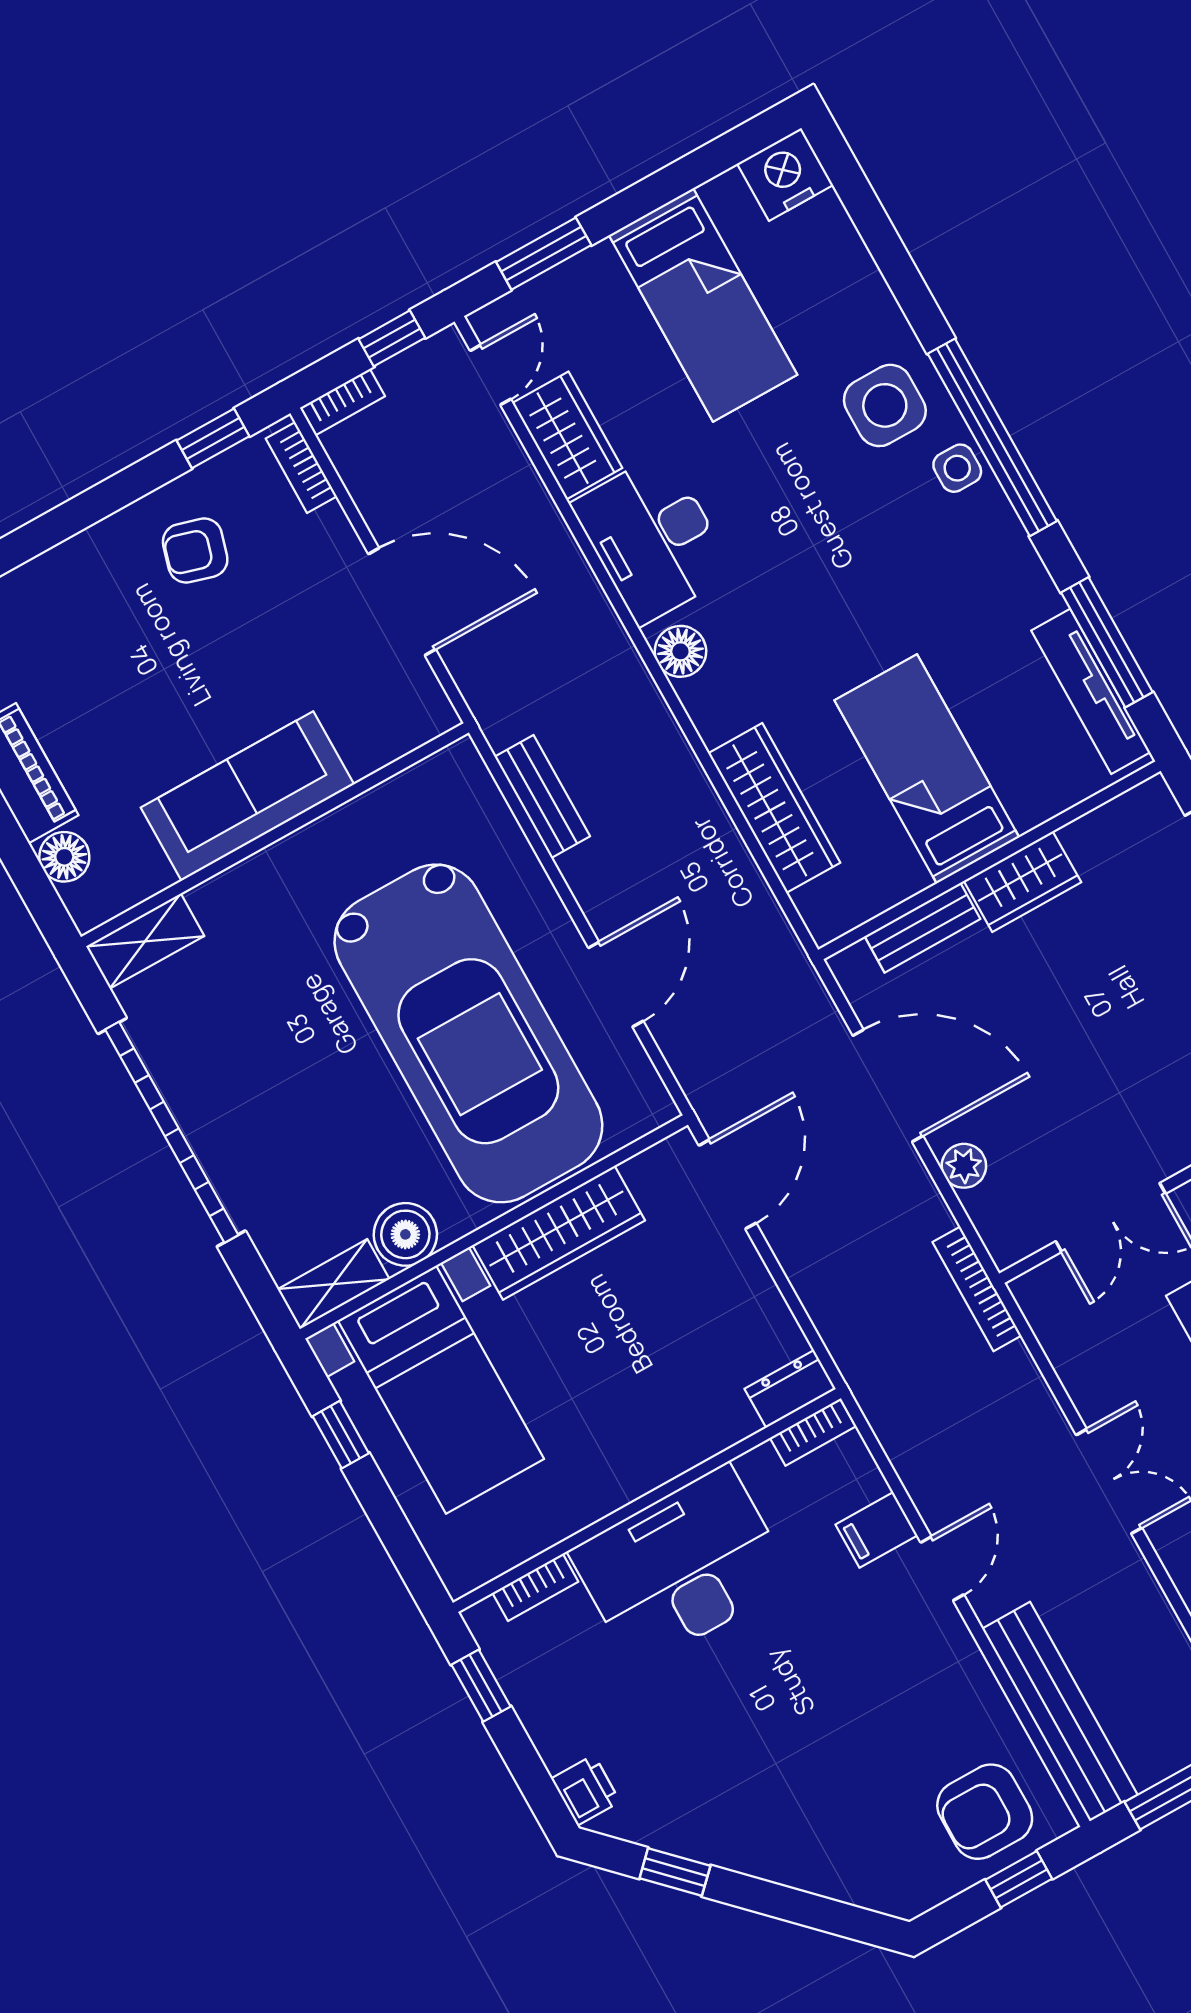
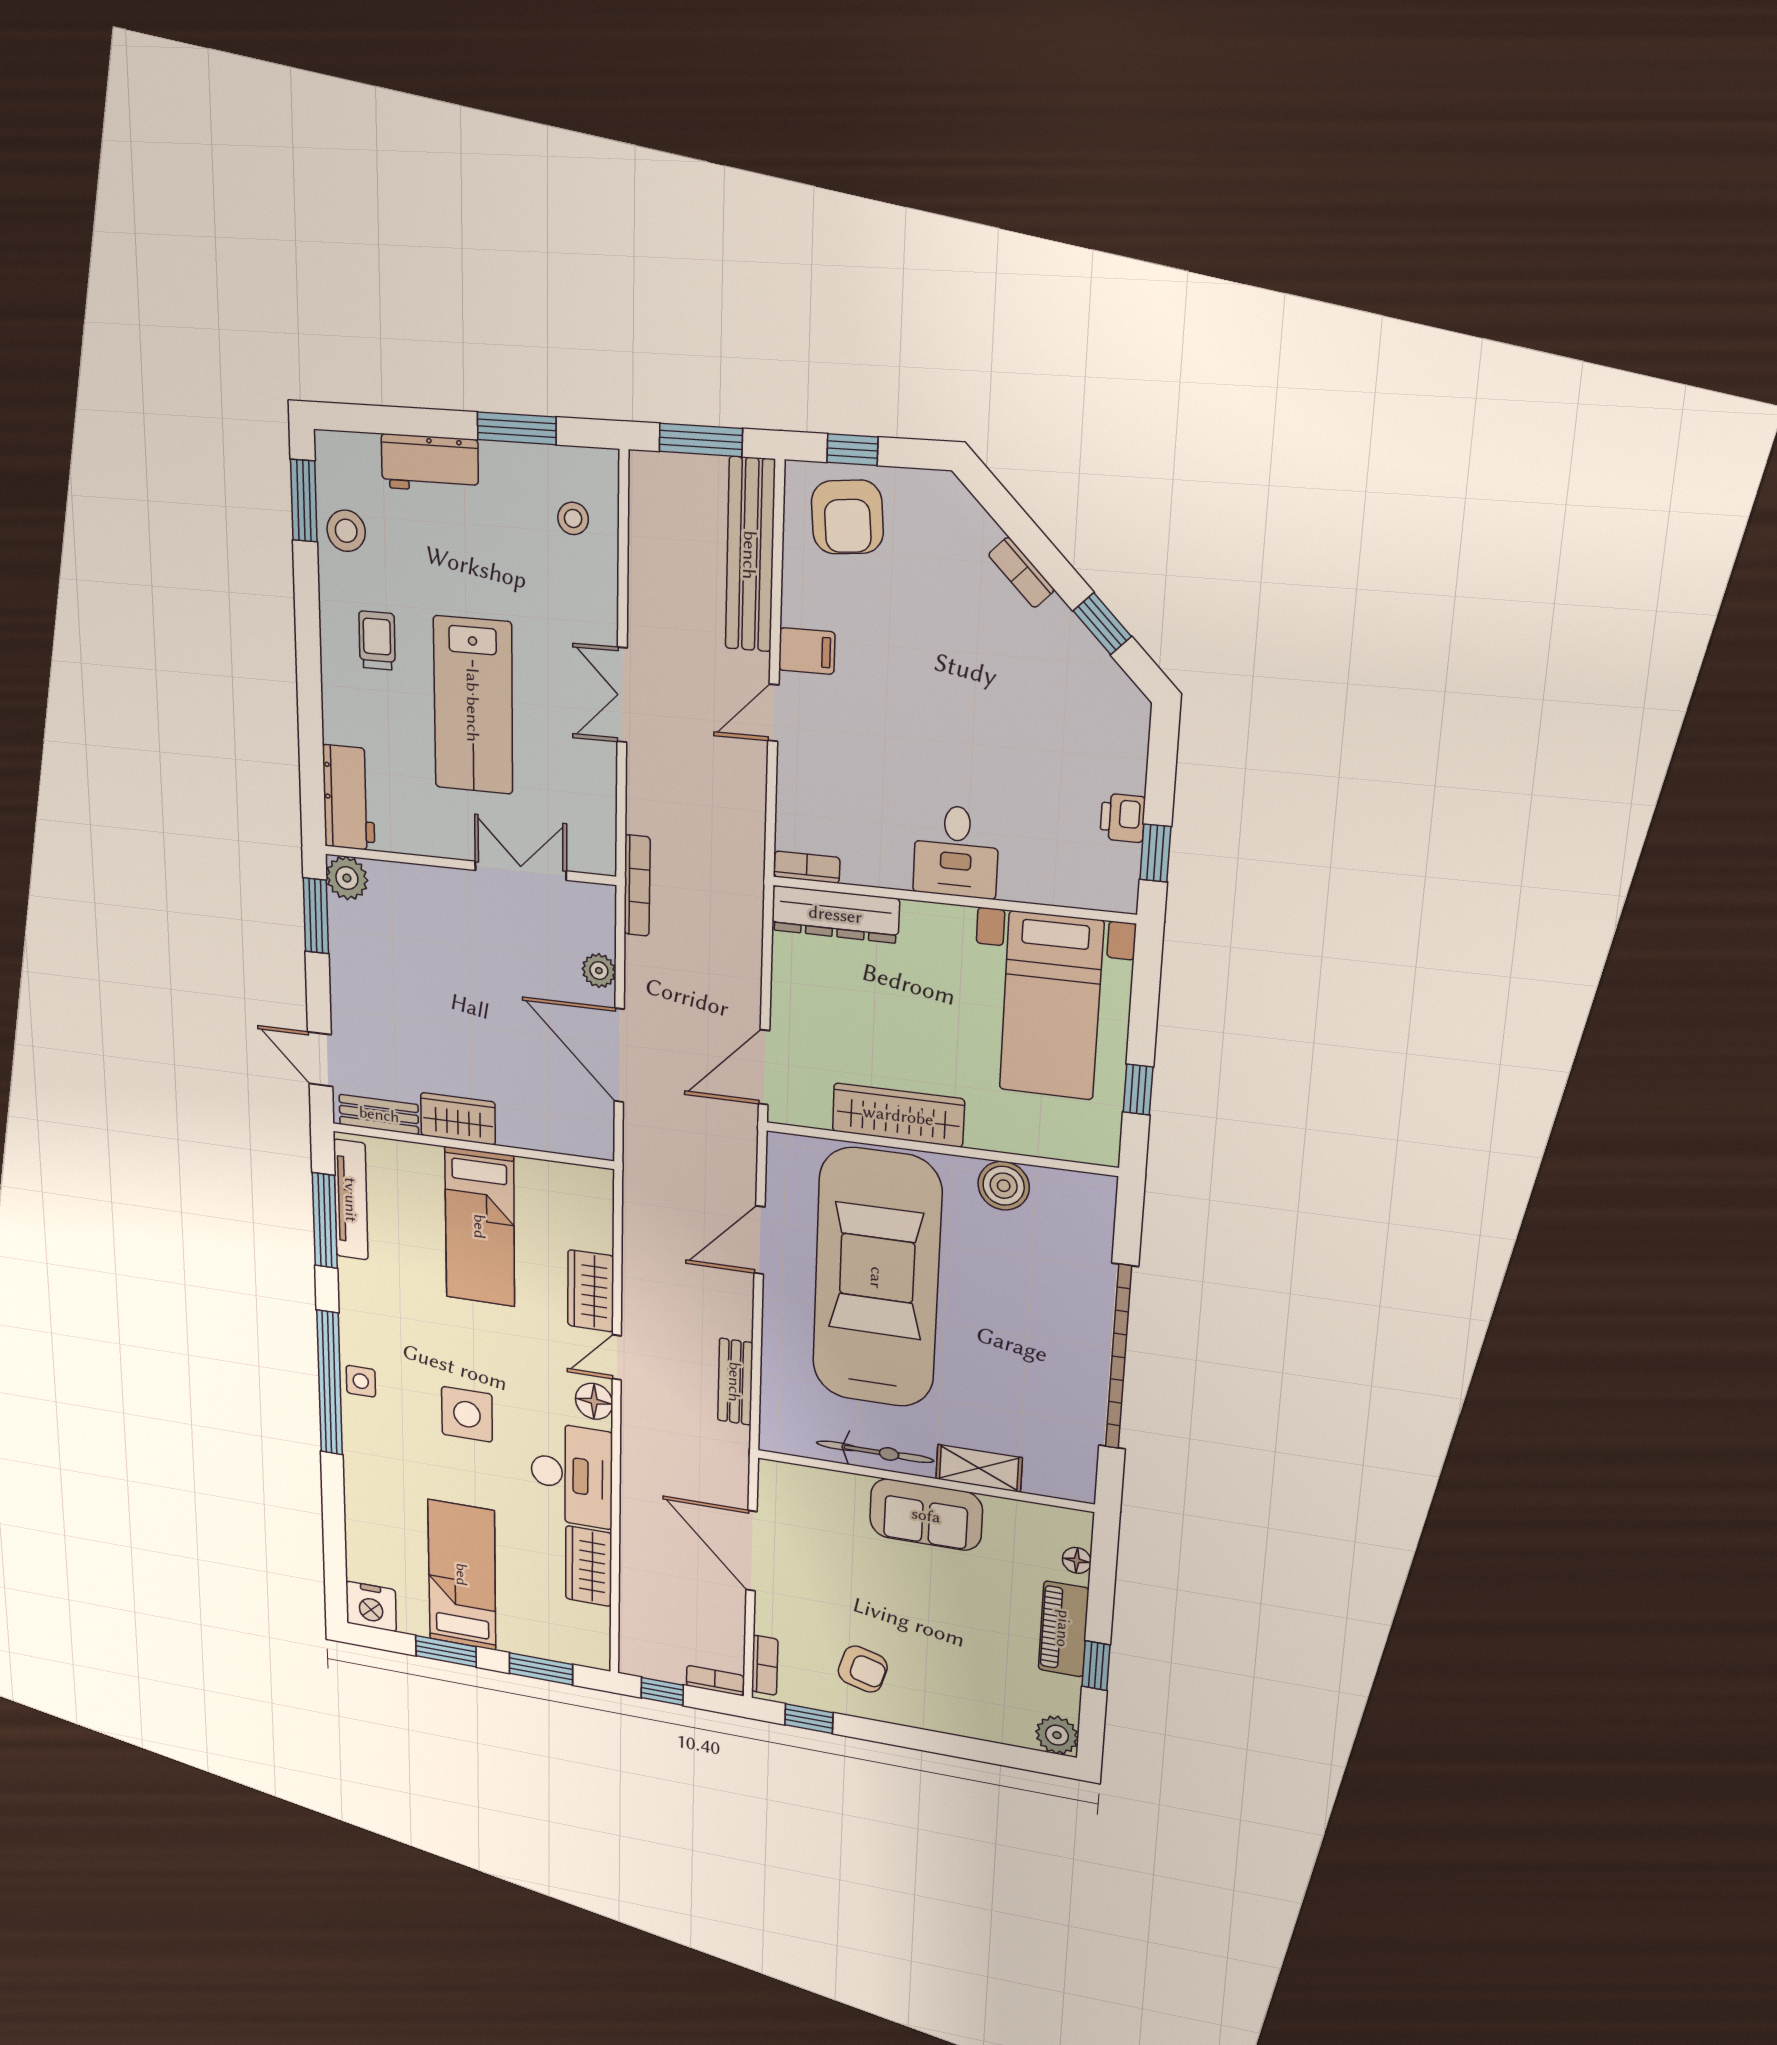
window: (665, 186) -> (446, 1651), added
door: (491, 375) -> (617, 1357), moved
side table: (885, 405) -> (467, 1414), moved
sofa: (247, 796) -> (926, 1515), width x0.73
wardrobe: (774, 808) -> (591, 1291), width x0.67
bicycle: (346, 829) -> (875, 1452), added
floor lamp: (64, 857) -> (1077, 1560), width x0.73, depth x0.73
bench: (922, 928) -> (379, 1114), moved
shelving: (145, 941) -> (979, 1468), moved
shelving: (333, 1284) -> (1075, 1189), removed
dresser: (790, 1389) -> (835, 914), width x1.96, depth x1.24
bed with nightstands: (441, 1390) -> (1051, 1006), moved, turned 180
filing cabinet: (877, 1530) -> (807, 651), moved
desk: (682, 1567) -> (956, 851), width x0.53, depth x0.77
bookcase: (535, 1587) -> (1021, 572), moved, turned -135
printer: (586, 1790) -> (1123, 818), moved
armchair: (985, 1812) -> (847, 517), turned 85

